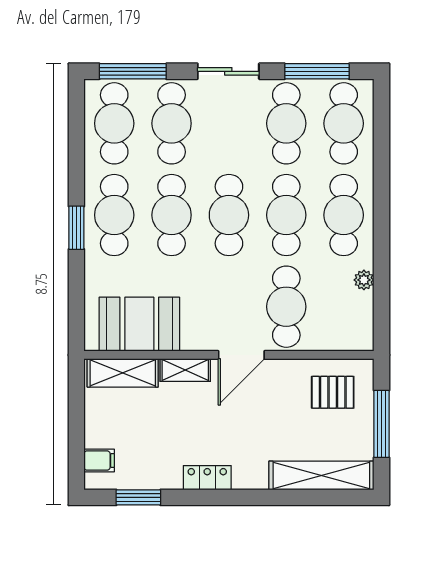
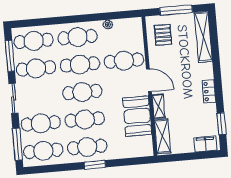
booth: (139, 324) -> (137, 116), moved
filing cabinet: (99, 461) -> (205, 144), width x2.00

